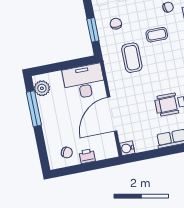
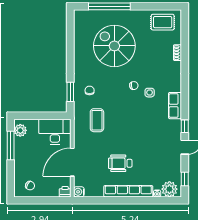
coffee table: (157, 35) -> (120, 106), removed
printer: (87, 156) -> (65, 192), moved

